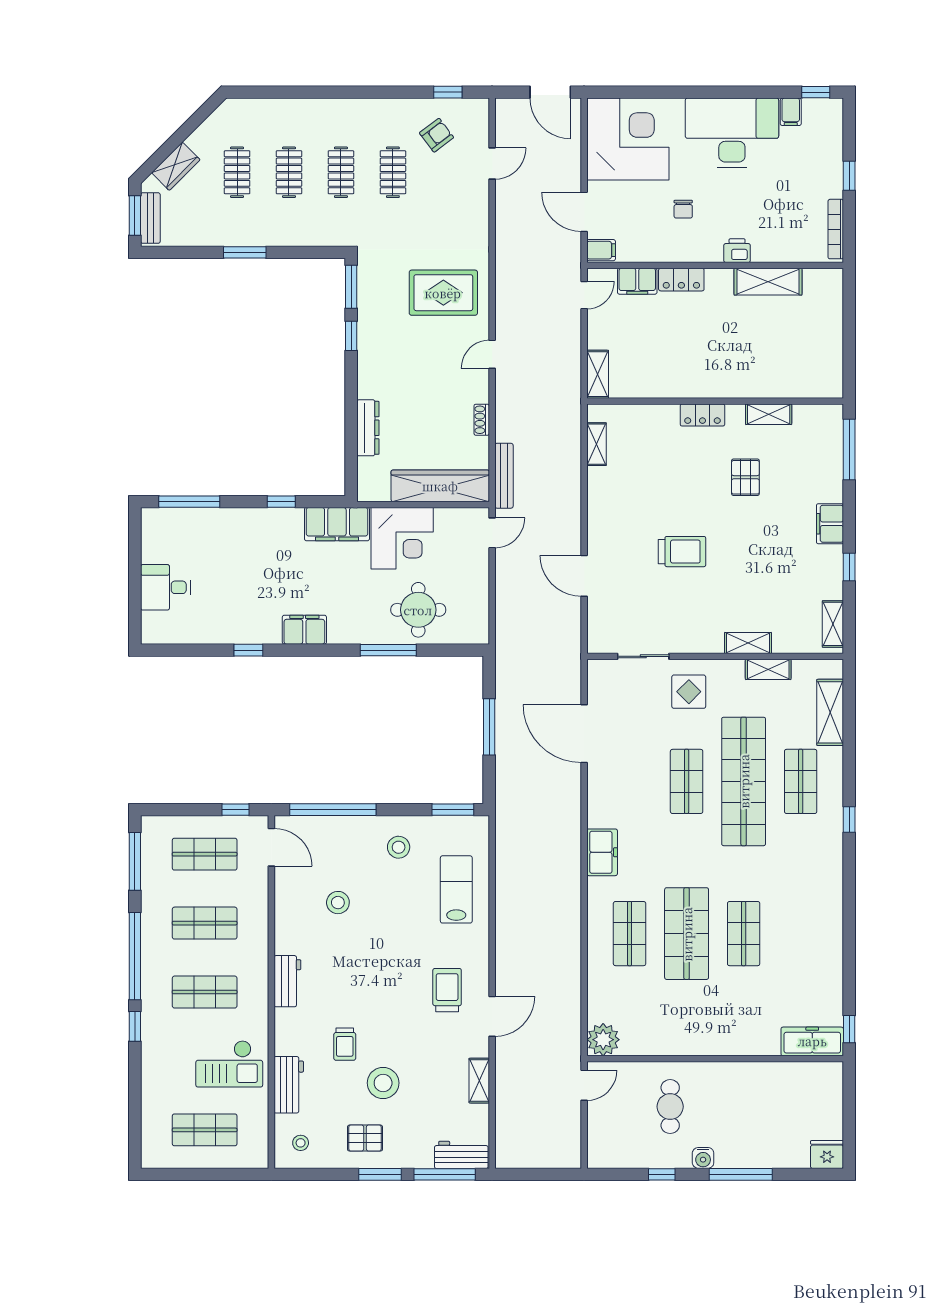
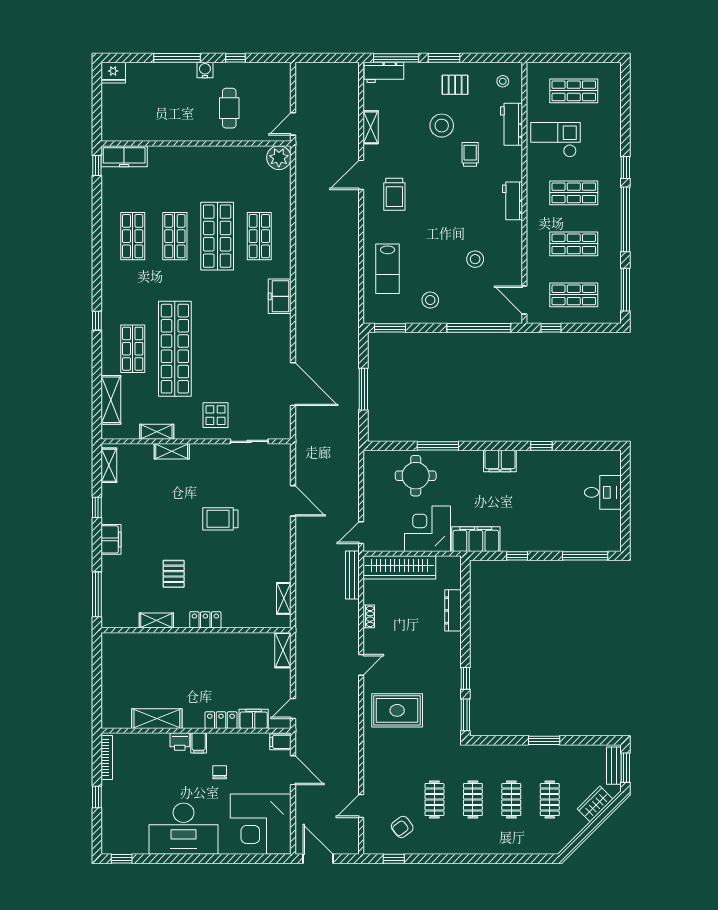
filing cabinet: (791, 112) -> (199, 743), moved, turned 180
shop shelf: (687, 781) -> (133, 236), moved

